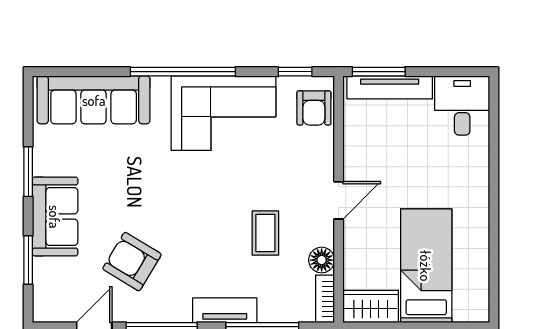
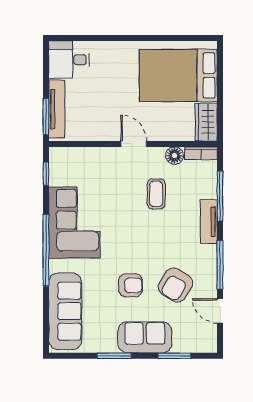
armchair: (314, 108) -> (130, 285), moved
coffee table: (265, 233) -> (156, 194), turned 90
bed: (426, 266) -> (178, 75), width x1.50

